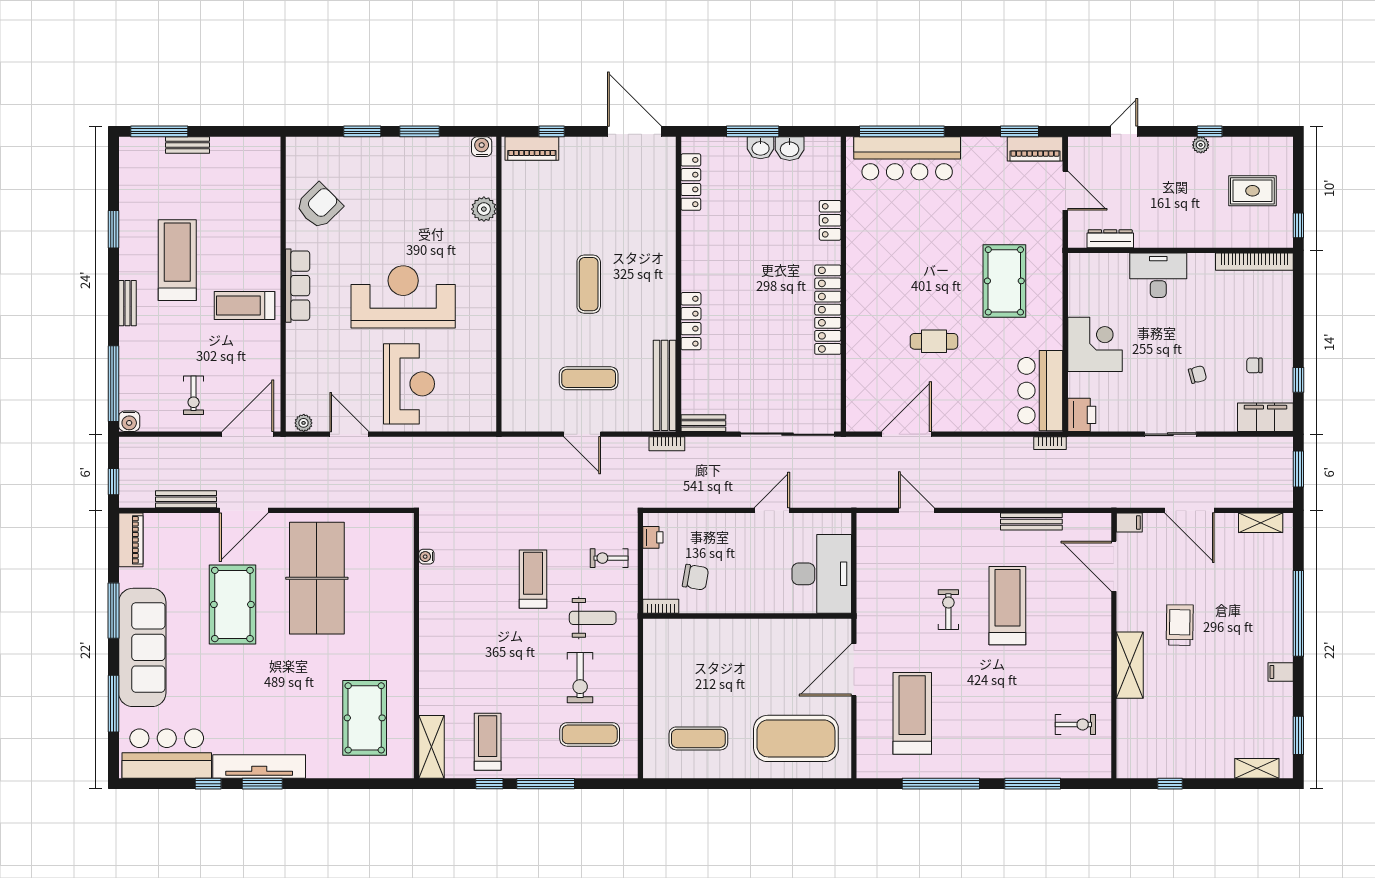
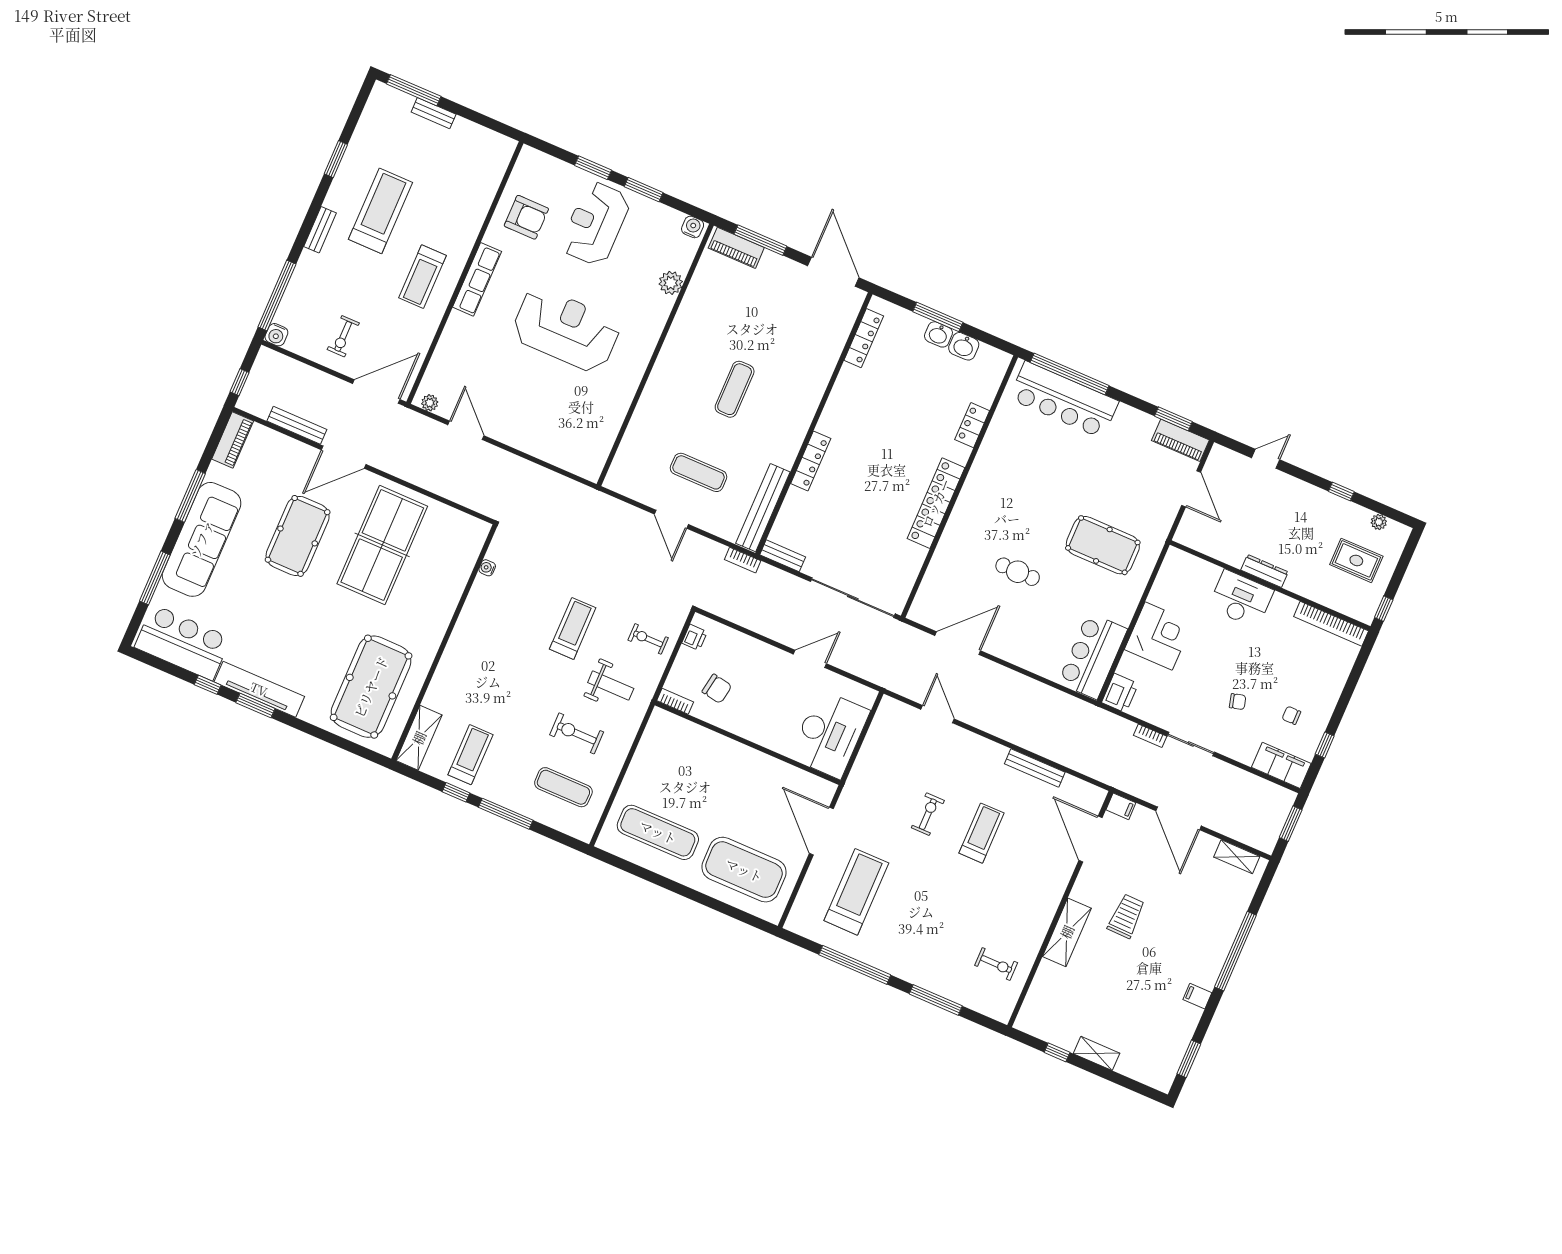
window: (552, 131) -> (760, 240), width x2.17
plant: (1201, 145) -> (1379, 522), moved
armchair: (319, 206) -> (526, 217), turned 45
dresser: (1110, 239) -> (1264, 571), moved
pool table: (1004, 281) -> (1103, 545), turned 90
treadmill: (244, 306) -> (422, 277), turned -90
reception desk: (409, 384) -> (595, 224), moved, turned 180
bookcase: (1050, 443) -> (1150, 736), moved
treadmill: (1007, 606) -> (982, 833), width x0.73, depth x0.73
door: (854, 670) -> (821, 831), hinge flipped
exercise bike: (580, 678) -> (577, 733), turned 90
pool table: (365, 718) -> (371, 687), width x1.36, depth x1.32
exercise mat: (698, 738) -> (658, 832), width x1.36, depth x1.45
shelving: (1257, 768) -> (1096, 1053), moved

